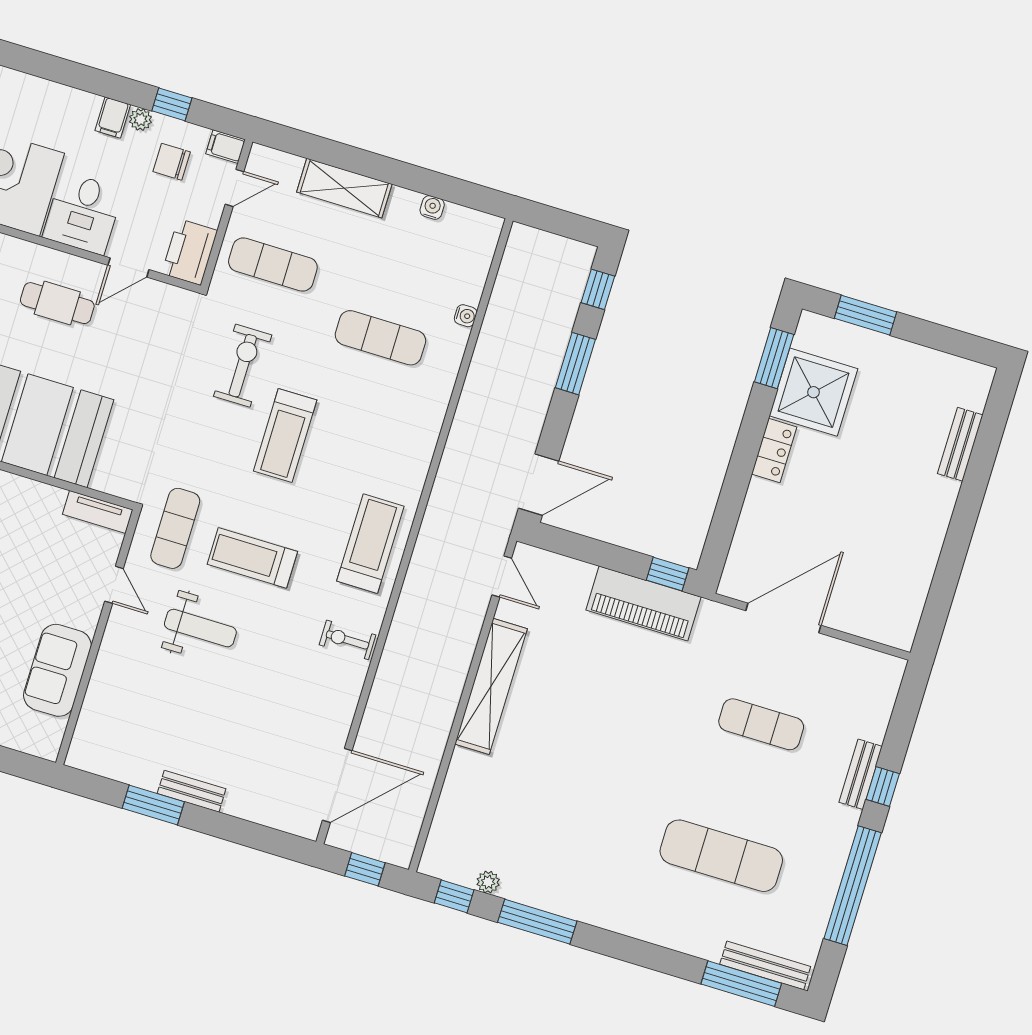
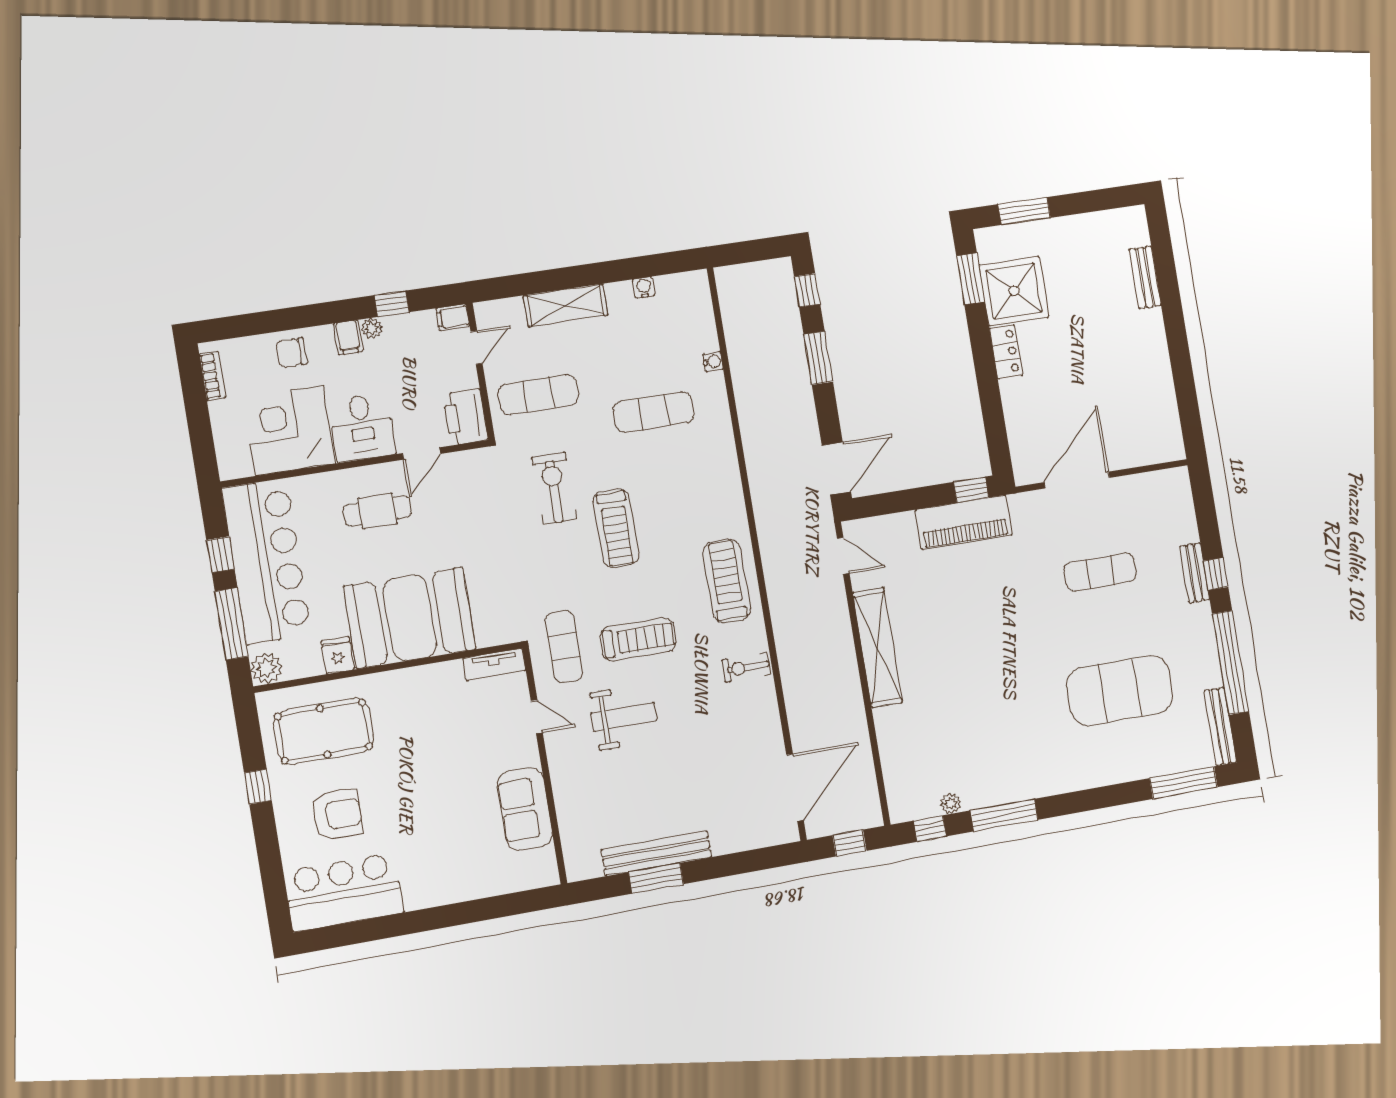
chair: (172, 162) -> (292, 353), moved
treadmill: (252, 558) -> (638, 639), turned 180
bench: (192, 791) -> (656, 853), width x1.86, depth x1.21
exercise mat: (721, 856) -> (1120, 690), width x1.47
bench: (765, 965) -> (1220, 727), moved, turned 90

